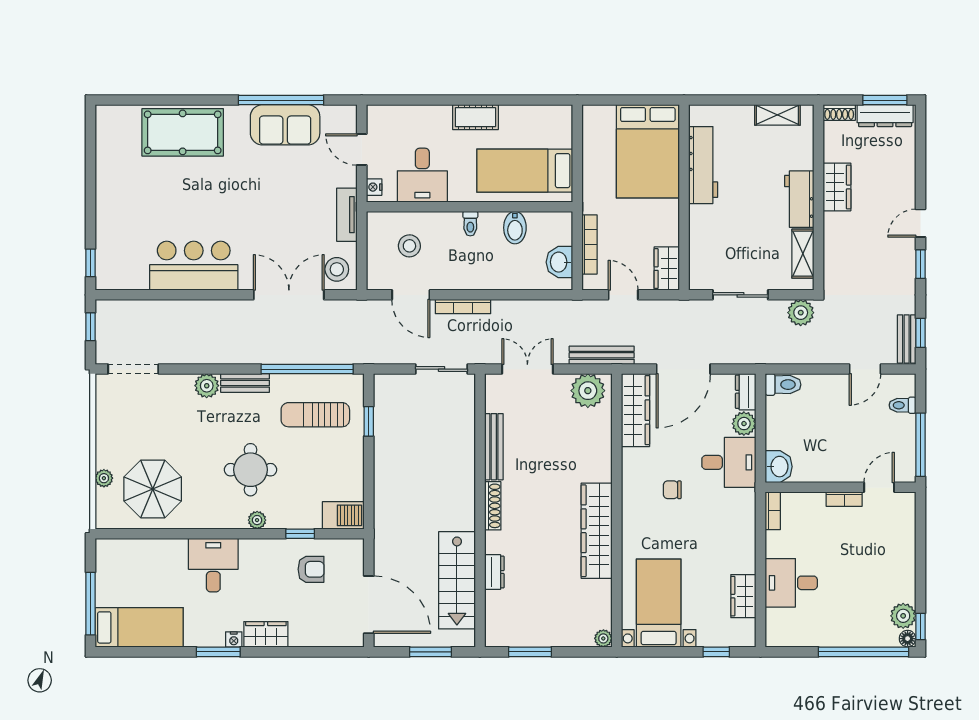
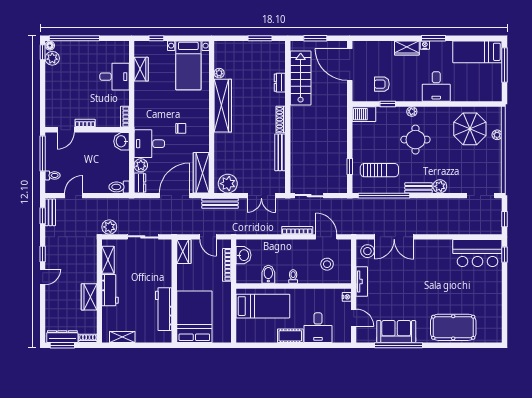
desk: (422, 175) -> (318, 328), moved, turned 180
bar counter: (194, 266) -> (477, 253), moved
plant: (603, 638) -> (219, 73), moved

